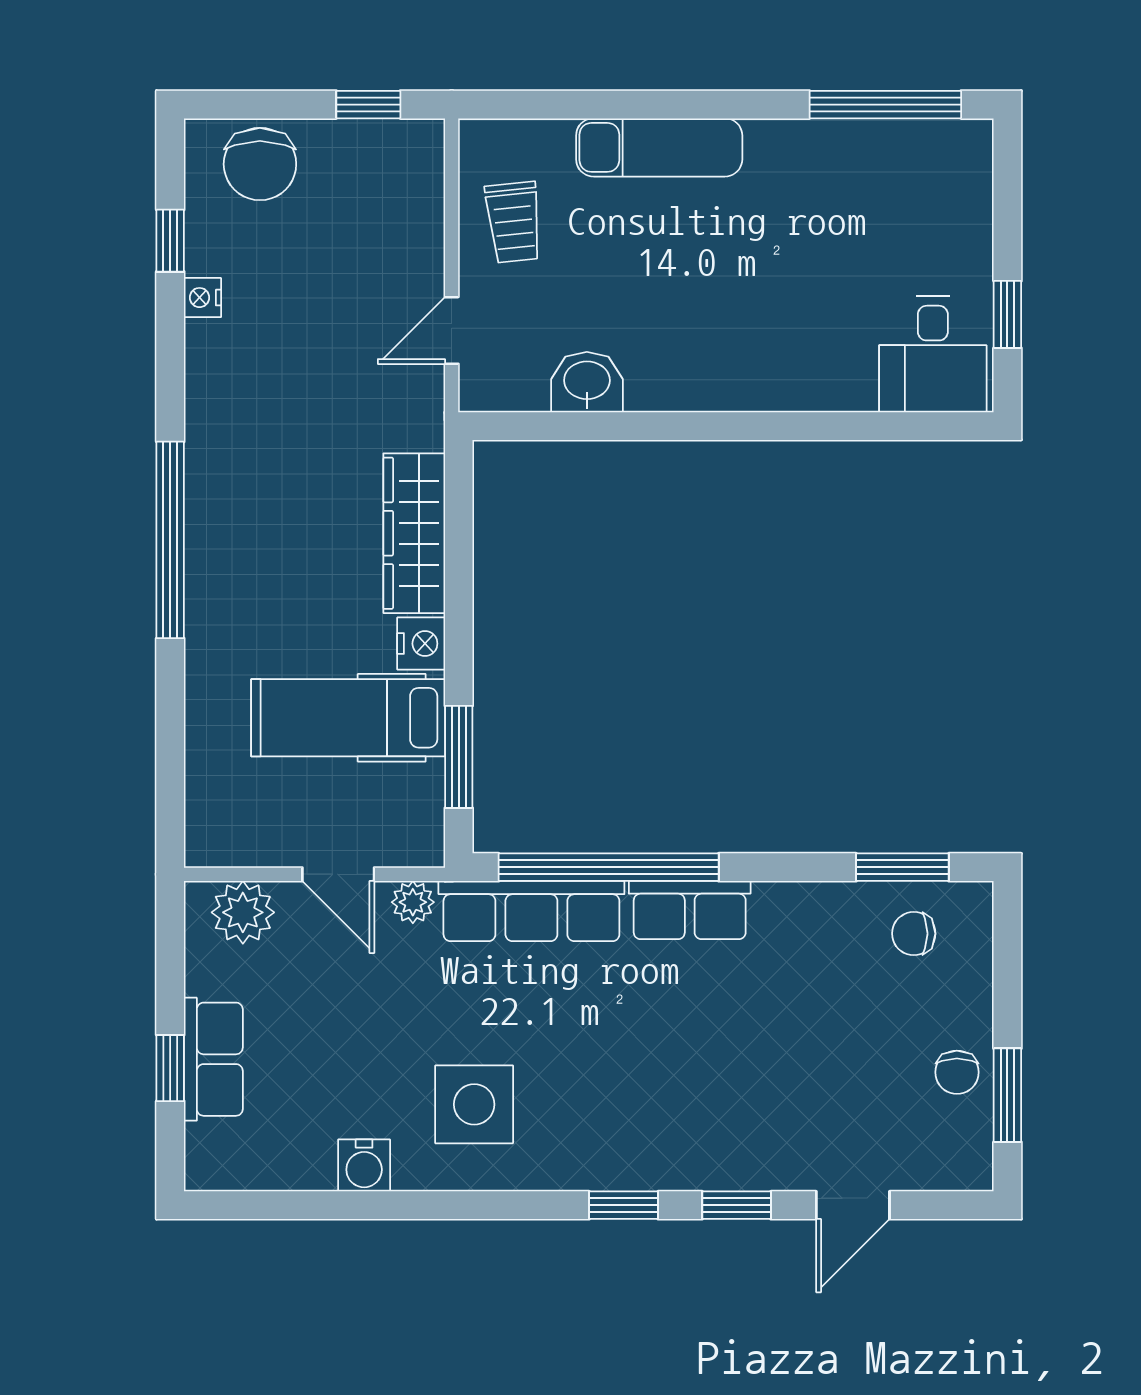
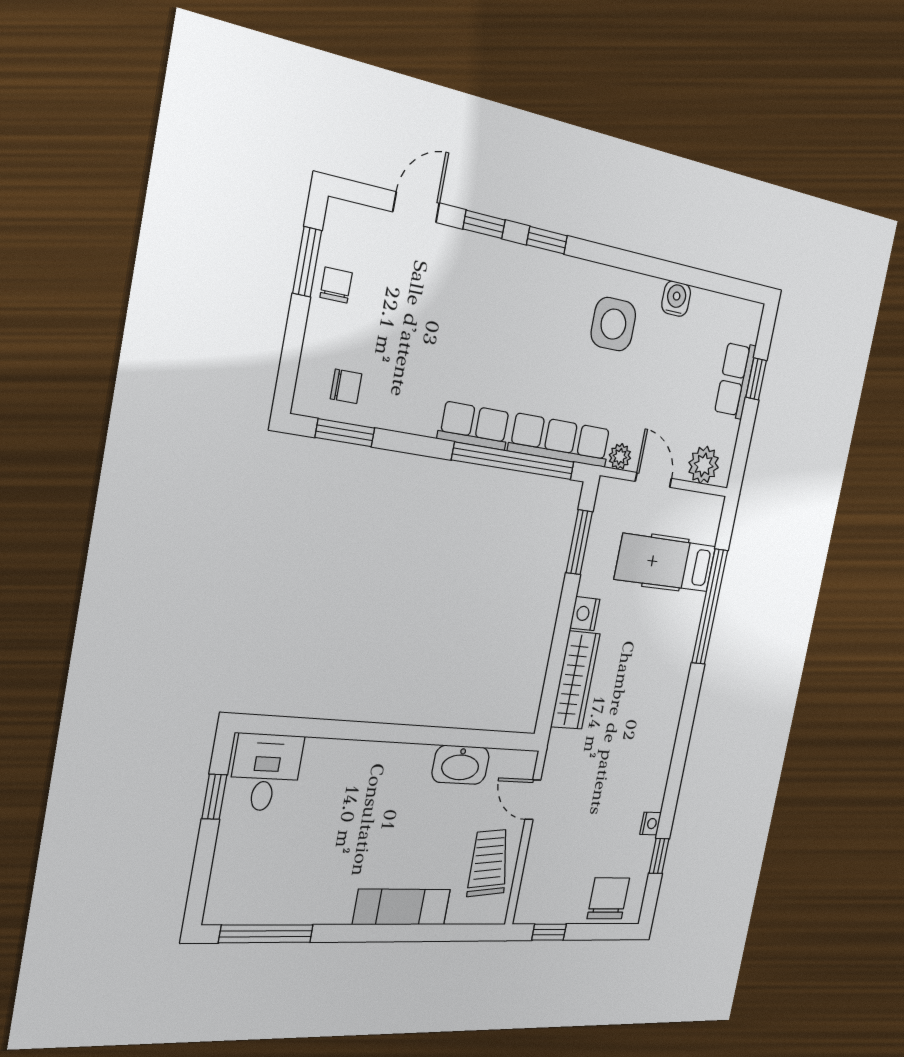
trolley: (514, 222) -> (488, 863), width x1.36, depth x1.39
door: (452, 330) -> (533, 800), swing flipped
washbasin: (587, 382) -> (461, 765), width x1.38
window: (170, 540) -> (710, 607), moved
hospital bed: (348, 718) -> (665, 563), moved, turned 180

